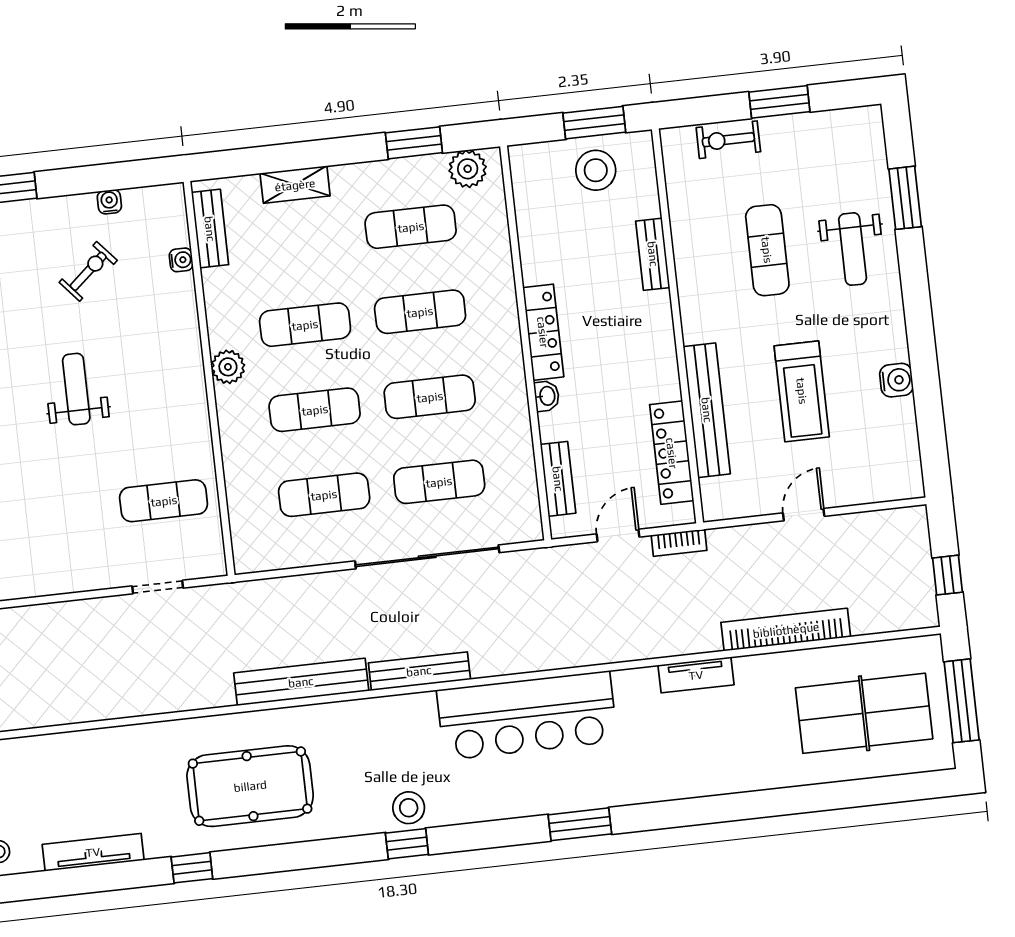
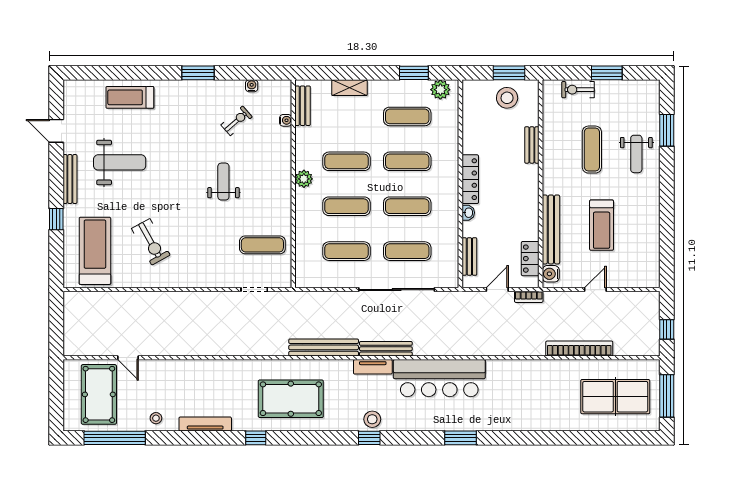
water cooler: (896, 380) -> (551, 274), moved, turned 180
locker: (672, 453) -> (530, 259), width x0.66
tv unit: (696, 675) -> (373, 367), moved

